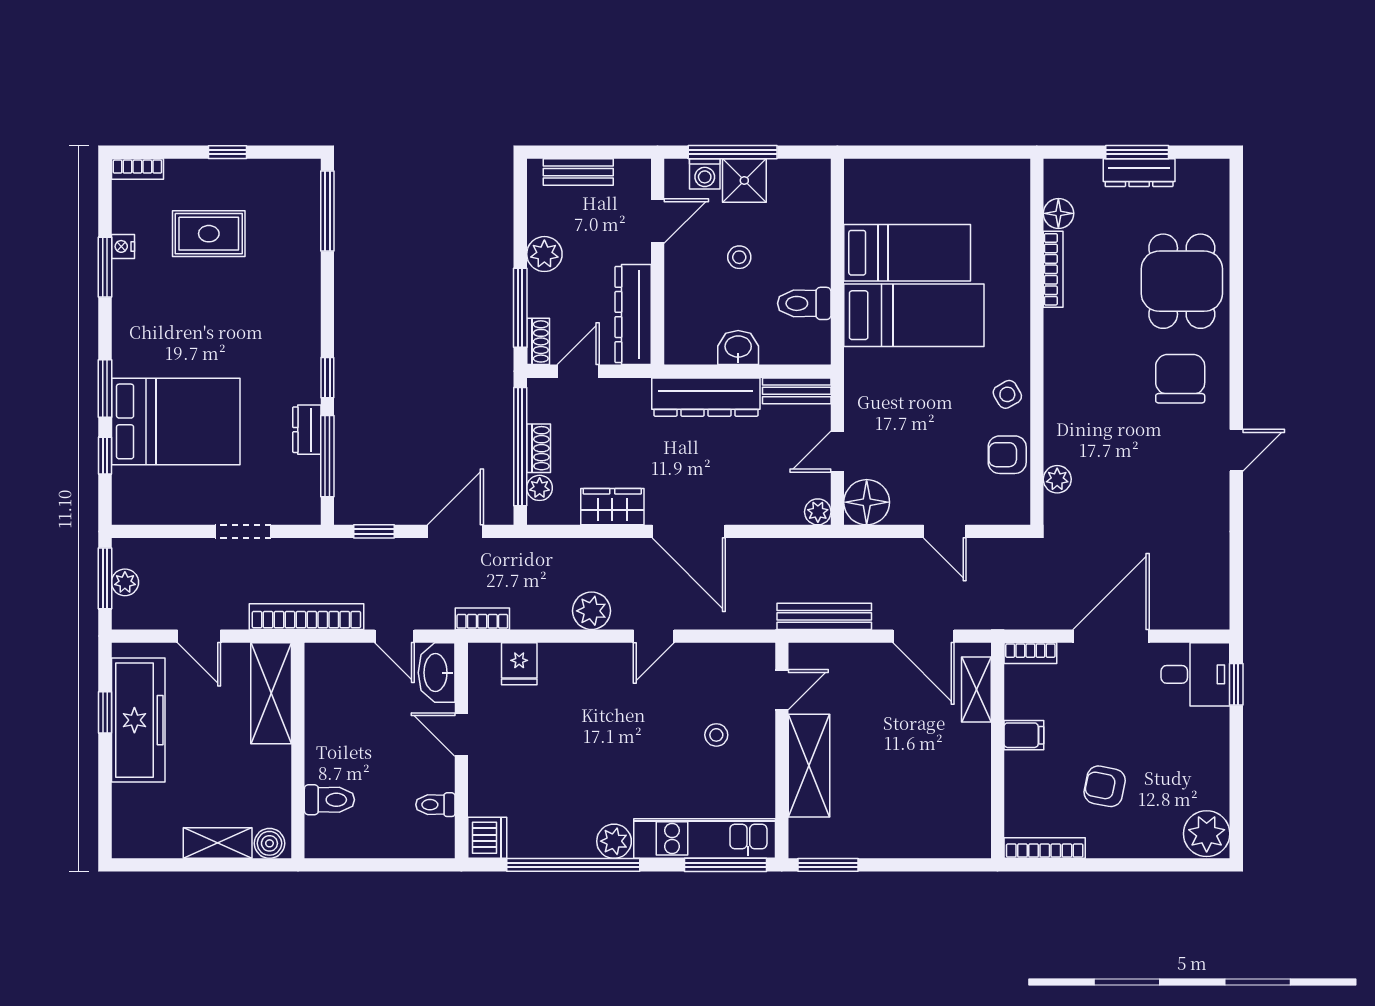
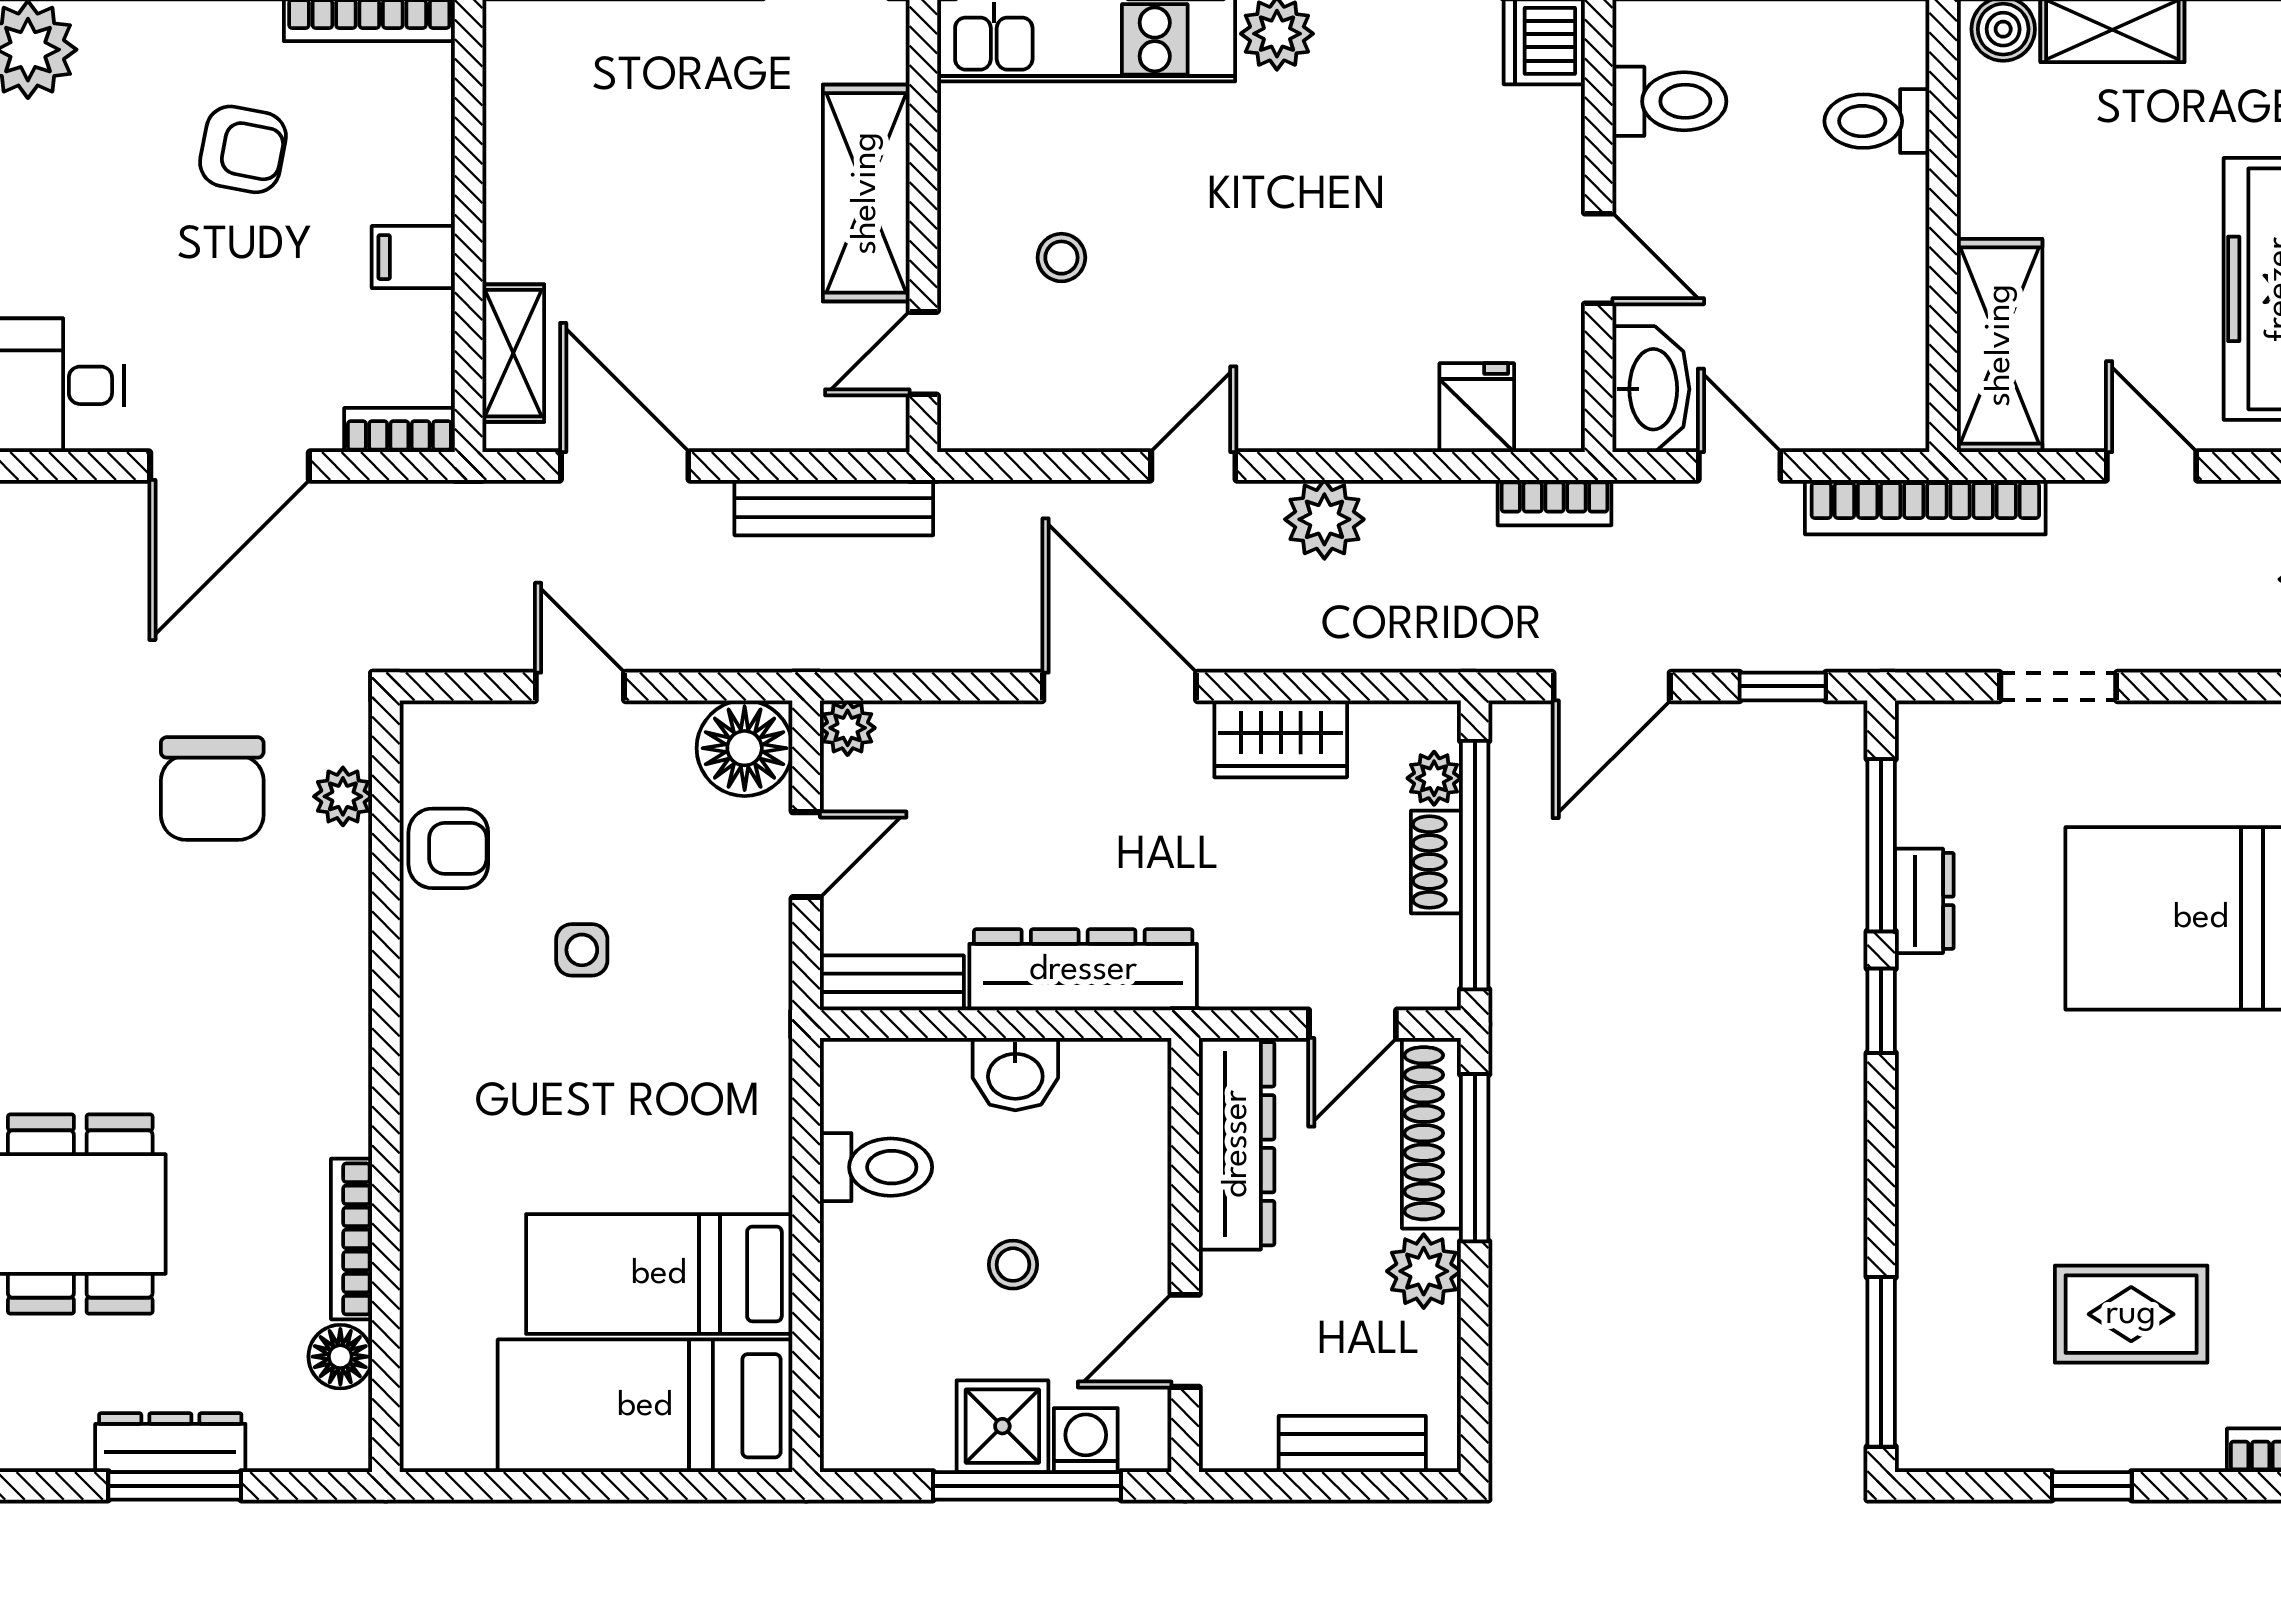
bed: (914, 315) -> (645, 1406), moved
shoe rack: (538, 341) -> (1431, 1133), width x1.94, depth x1.24
chair: (1180, 379) -> (212, 789), moved
side table: (1007, 394) -> (582, 950), moved, turned 30
toilet: (435, 805) -> (1669, 101), width x1.37, depth x1.39

